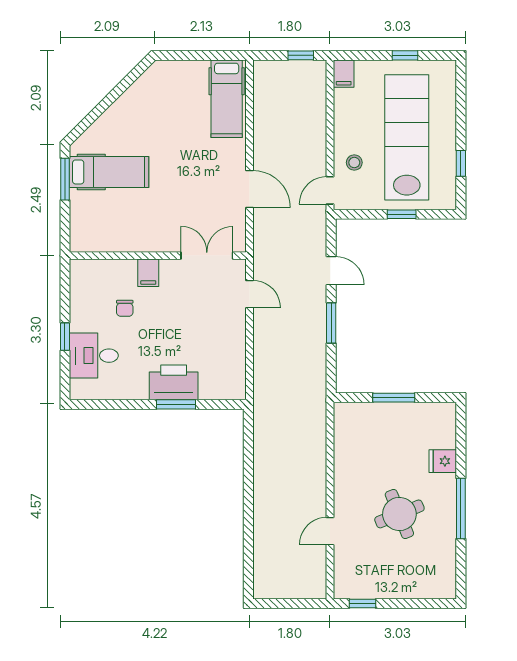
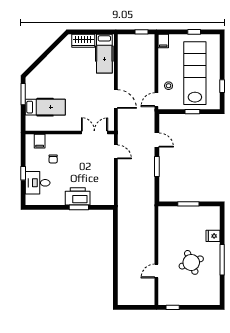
wardrobe: (185, 73) -> (83, 41), added
hospital bed: (109, 172) -> (45, 107), moved
filing cabinet: (148, 273) -> (40, 141), moved

